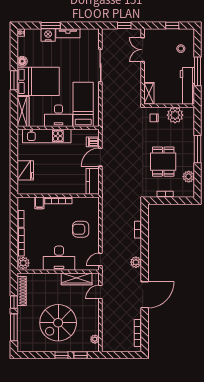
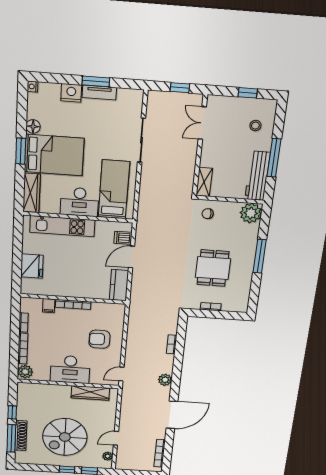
window: (51, 26) -> (96, 81), moved
plant: (175, 115) -> (251, 213), moved
plant: (189, 177) -> (243, 288), removed
shoe rack: (22, 291) -> (21, 436), moved
door: (100, 292) -> (116, 438), moved

